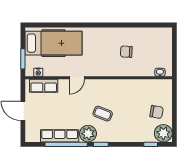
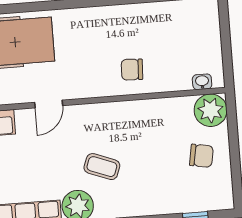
chair: (126, 52) -> (132, 69), moved
plant: (163, 133) -> (211, 110), moved

